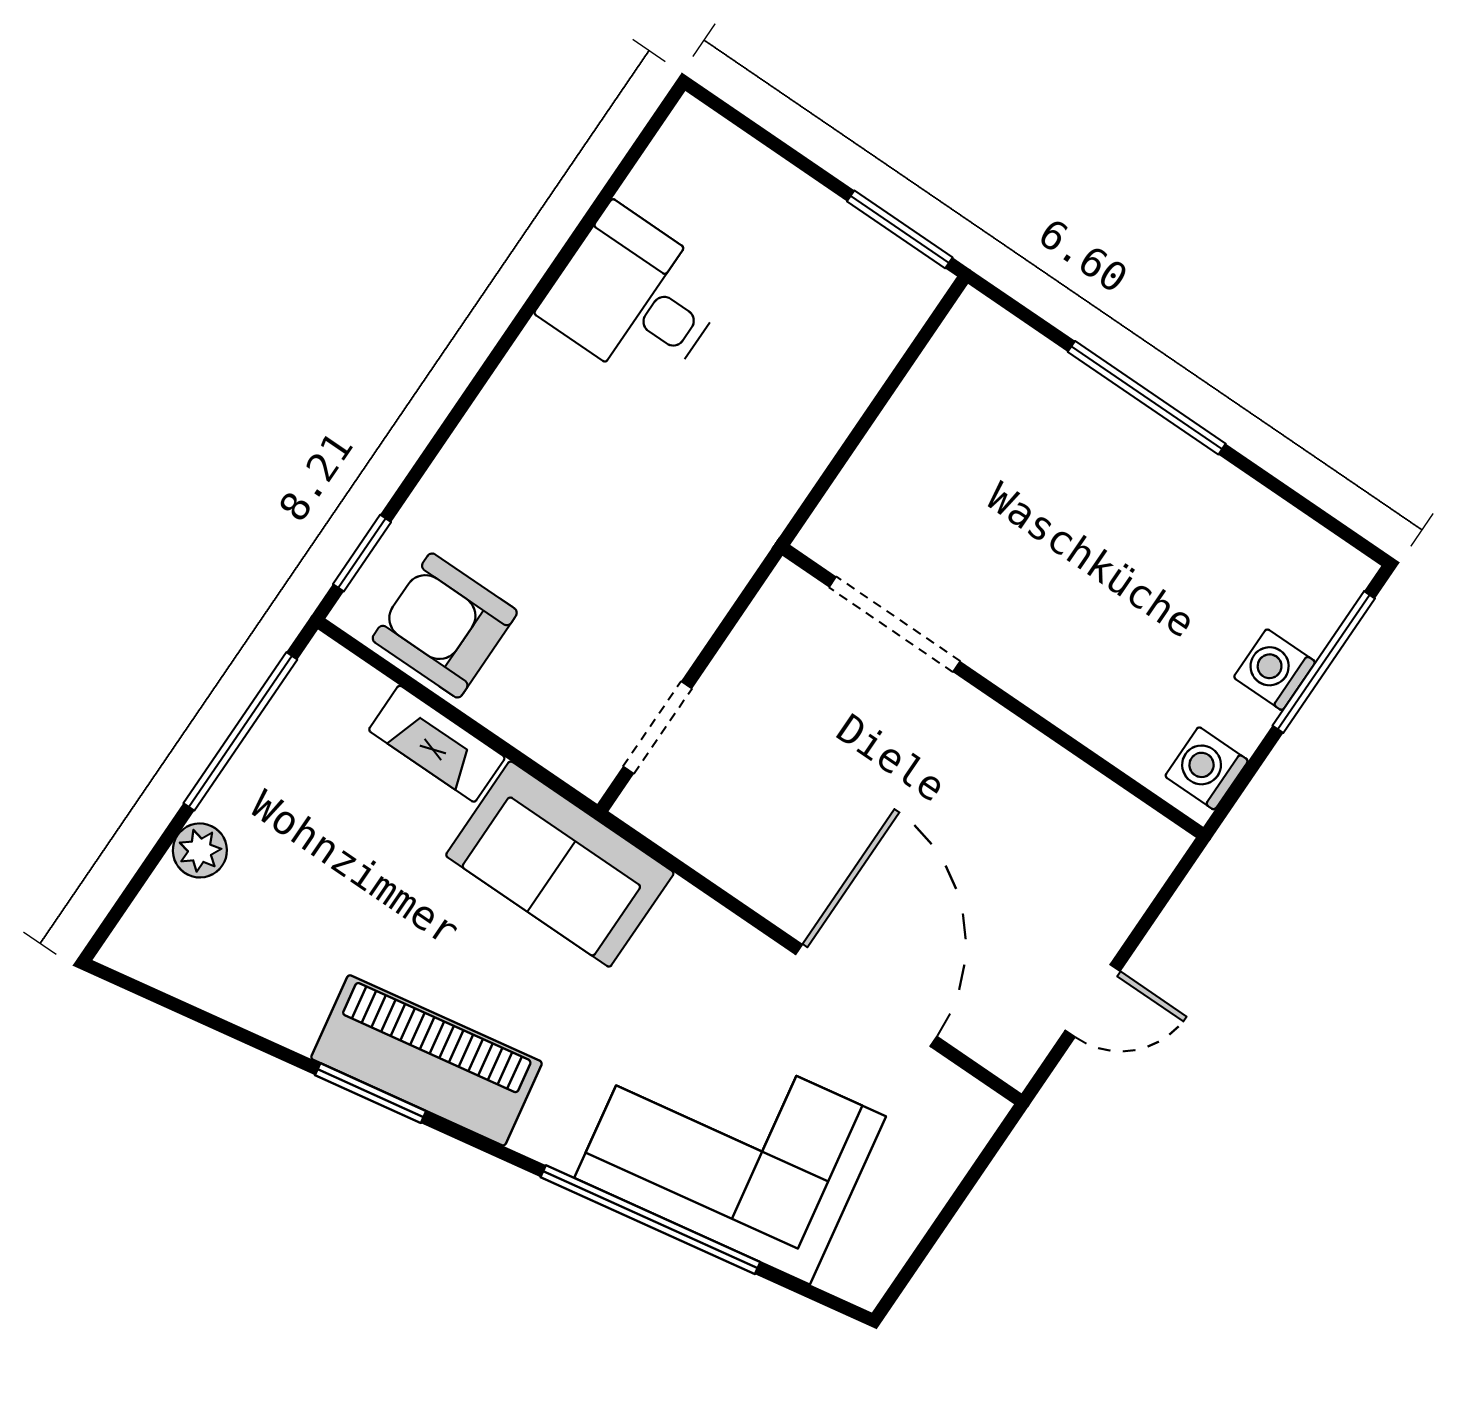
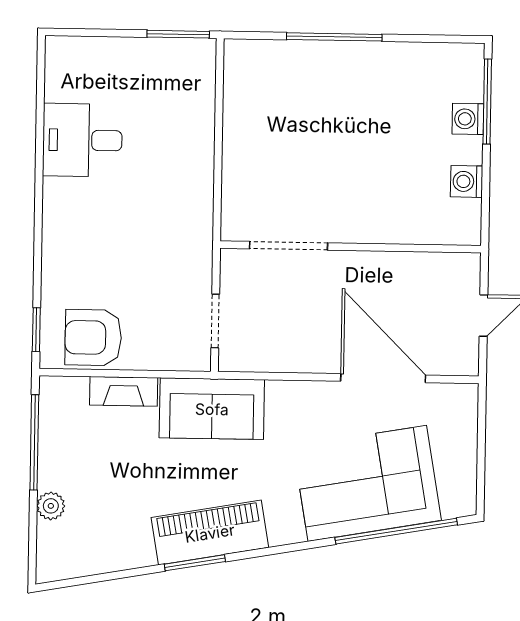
doorway: (895, 624) -> (288, 246), moved
wall: (993, 691) -> (351, 247), moved
window: (650, 1220) -> (396, 531), moved

